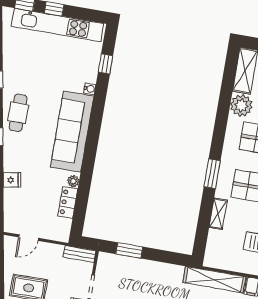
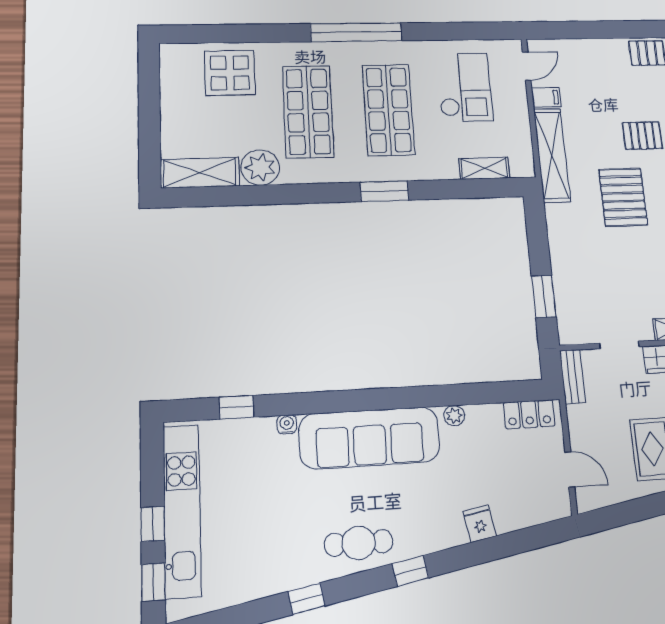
locker: (68, 202) -> (529, 414), moved
shelving: (218, 214) -> (484, 168), moved

